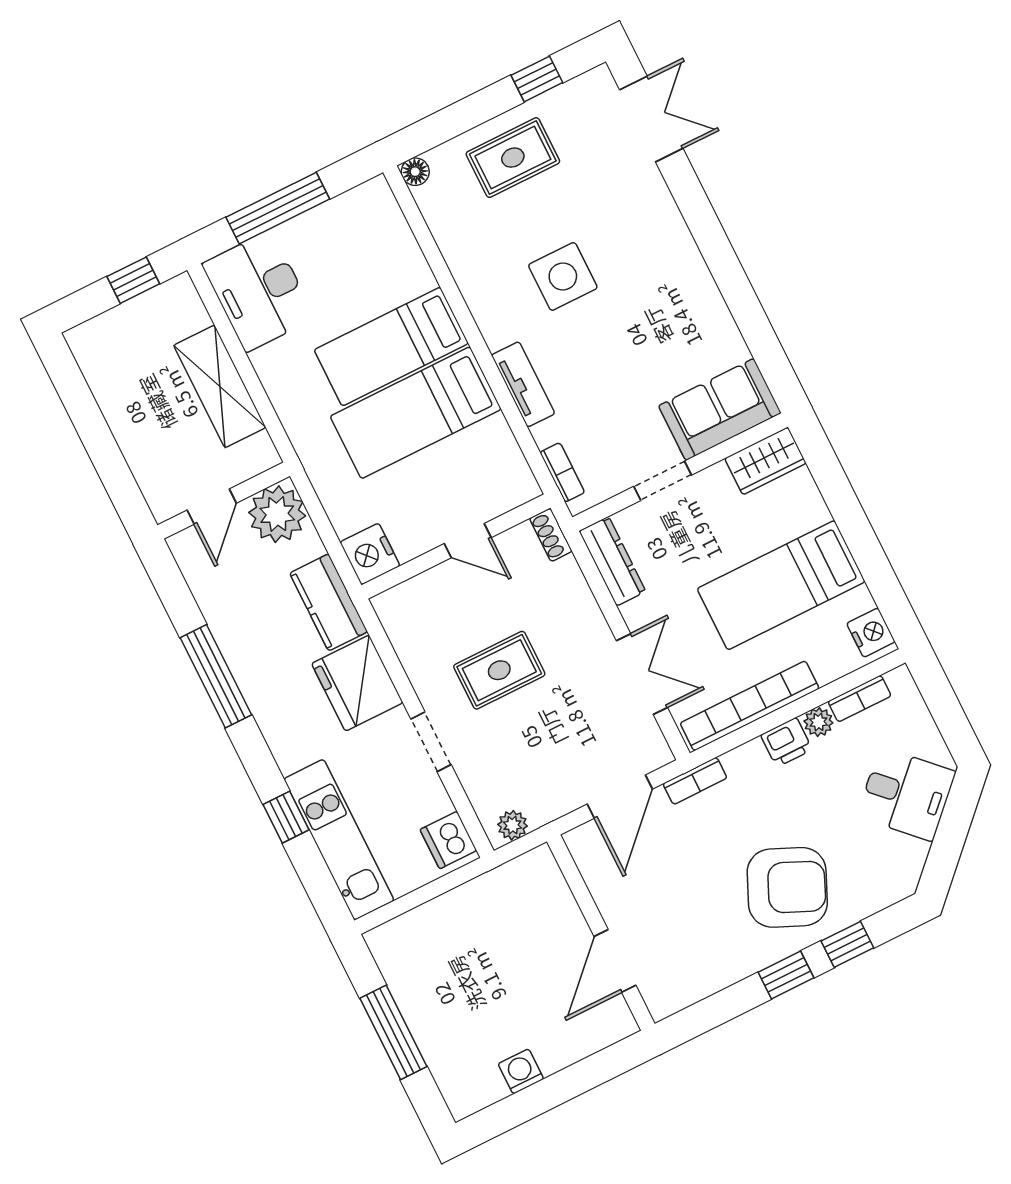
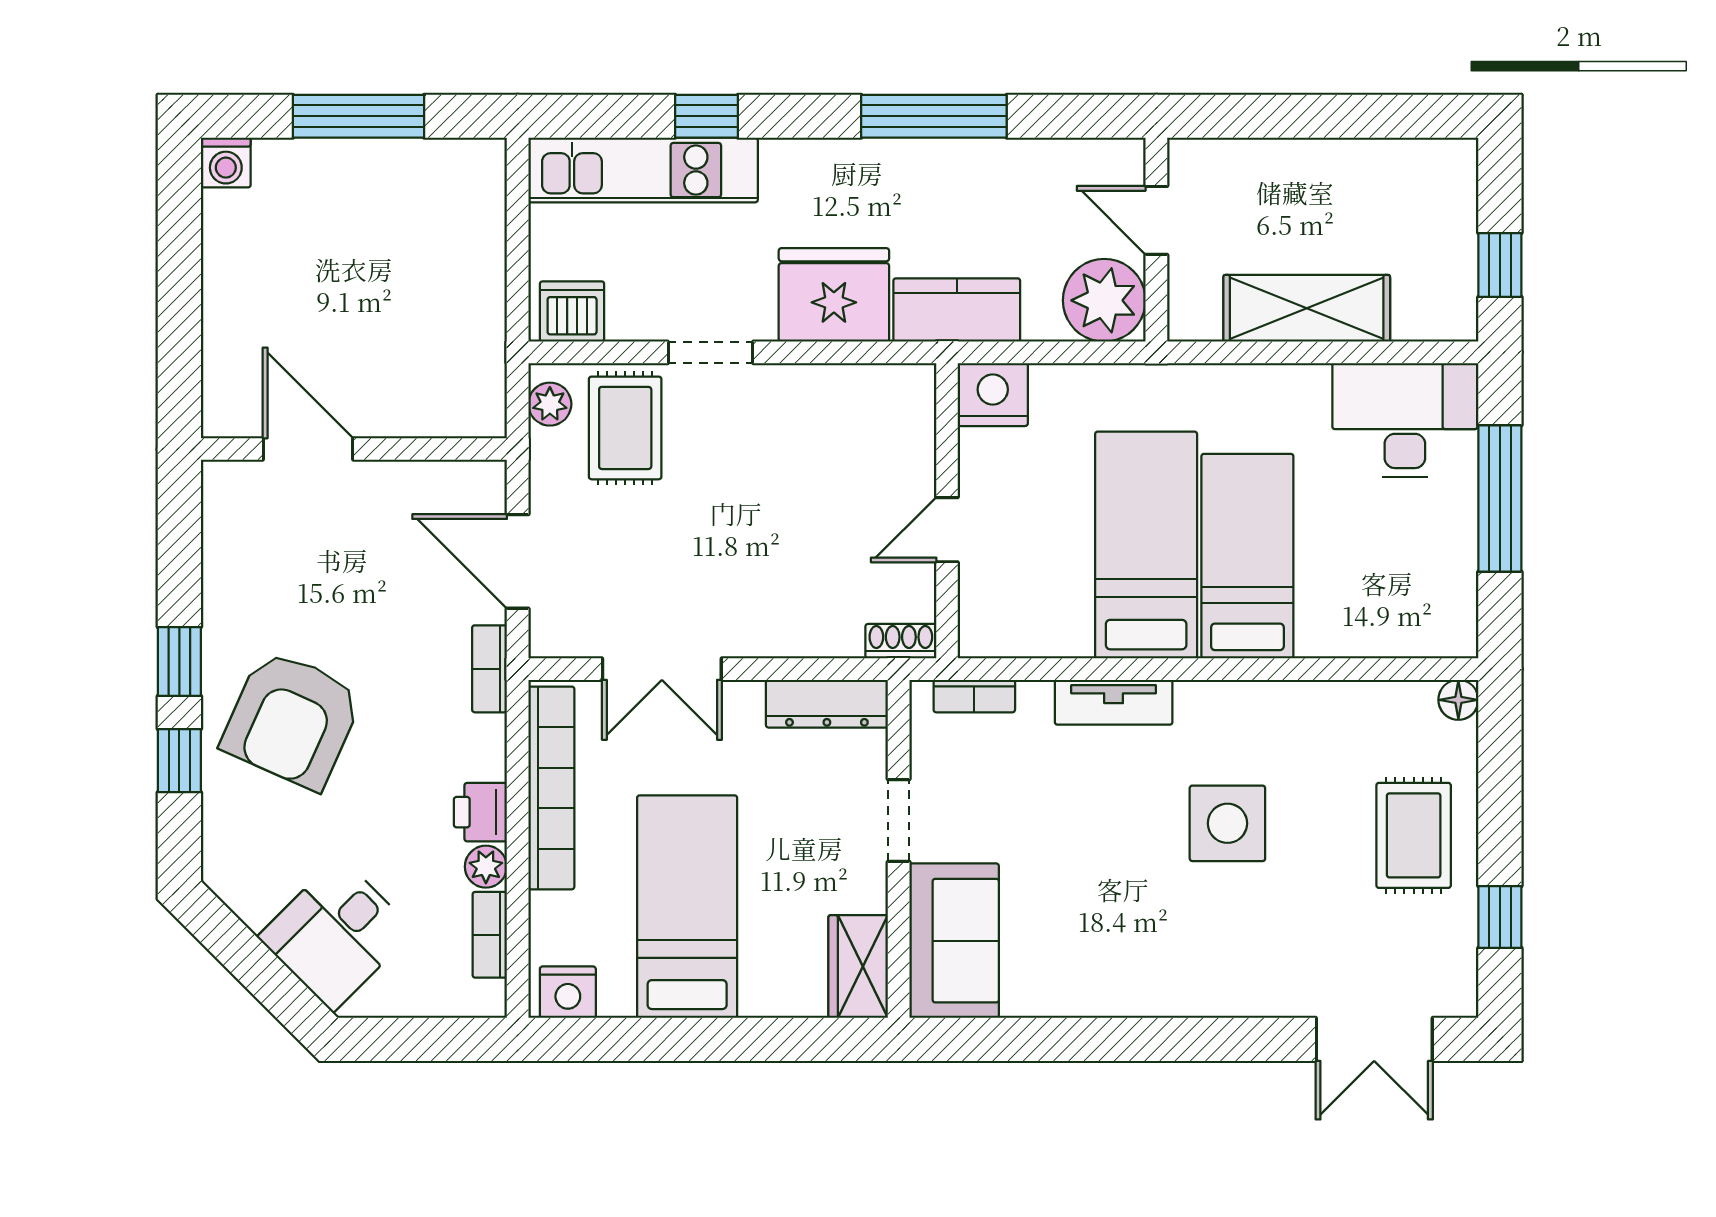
rug: (499, 670) -> (625, 428), moved
washing machine: (521, 1071) -> (226, 163), moved, turned 90

